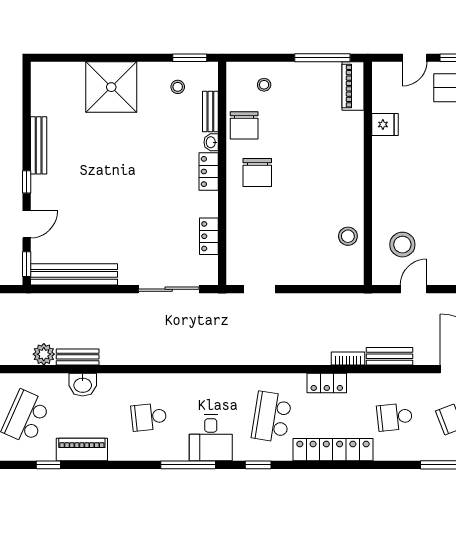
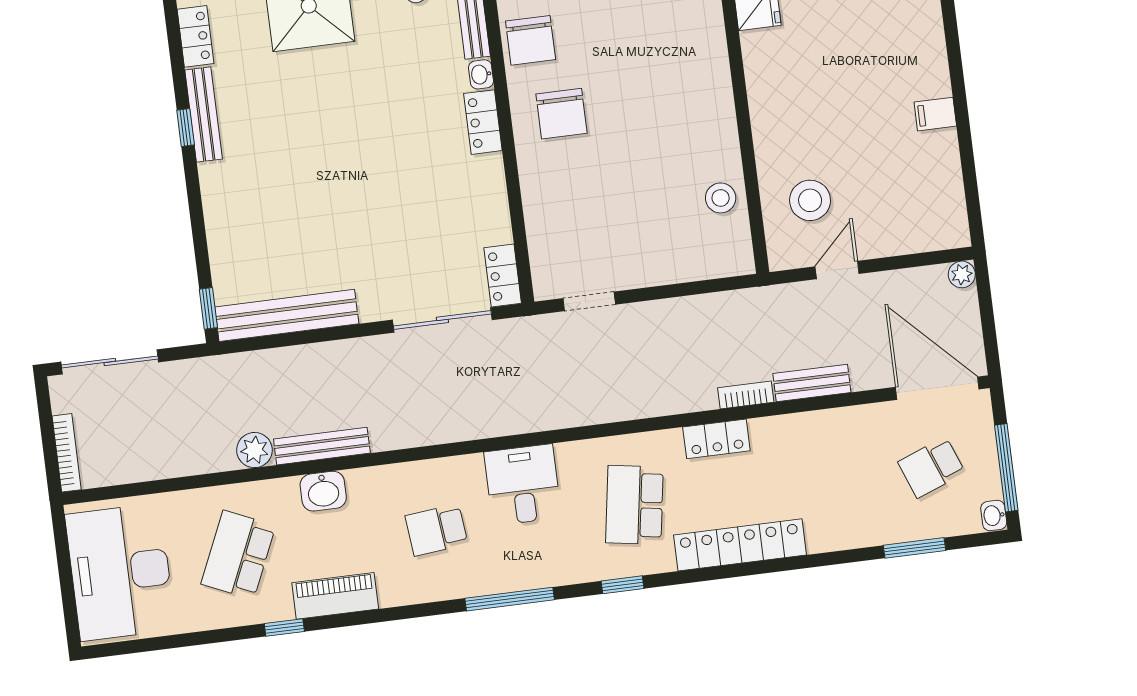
locker: (40, 97) -> (195, 36), added
window: (27, 182) -> (186, 128), moved
door: (27, 224) -> (200, 244), removed
locker: (209, 236) -> (503, 276), moved
bench: (78, 357) -> (322, 446), width x1.36
school desk: (395, 417) -> (832, 480), removed
desk: (211, 438) -> (523, 485), moved, turned 180

